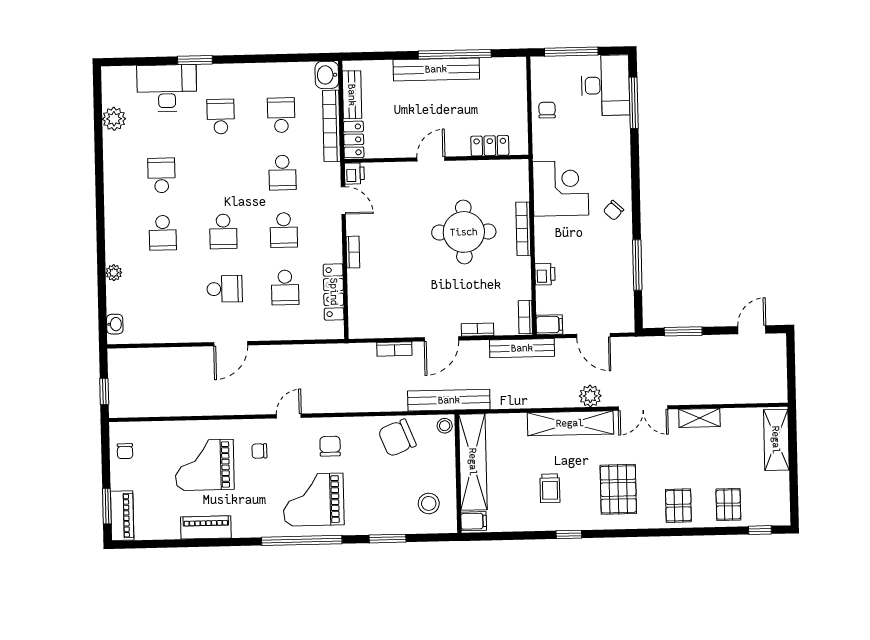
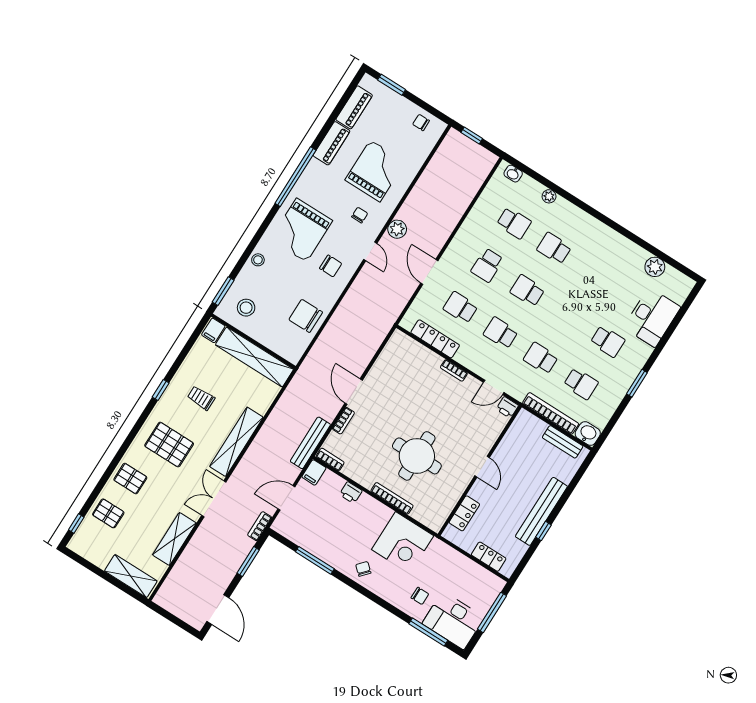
window: (455, 54) -> (543, 531), width x0.32
window: (195, 60) -> (637, 383), moved
chair: (547, 110) -> (420, 596), moved
locker: (354, 139) -> (489, 557), moved, turned 180
school desk: (161, 175) -> (514, 223), moved
door: (752, 330) -> (218, 610), width x1.38
door: (231, 344) -> (429, 272), moved
bookcase: (394, 349) -> (260, 526), moved
plant: (590, 396) -> (397, 229), moved
bench: (449, 400) -> (308, 369), removed
shelving: (699, 418) -> (174, 539), width x1.50, depth x1.33
stool: (445, 426) -> (258, 260), moved
chair: (397, 438) -> (306, 316), turned -68
grand piano: (313, 500) -> (301, 230), turned 180
piano: (122, 516) -> (354, 107), moved, turned -90
window: (387, 539) -> (223, 291), moved
window: (302, 540) -> (295, 177), moved

